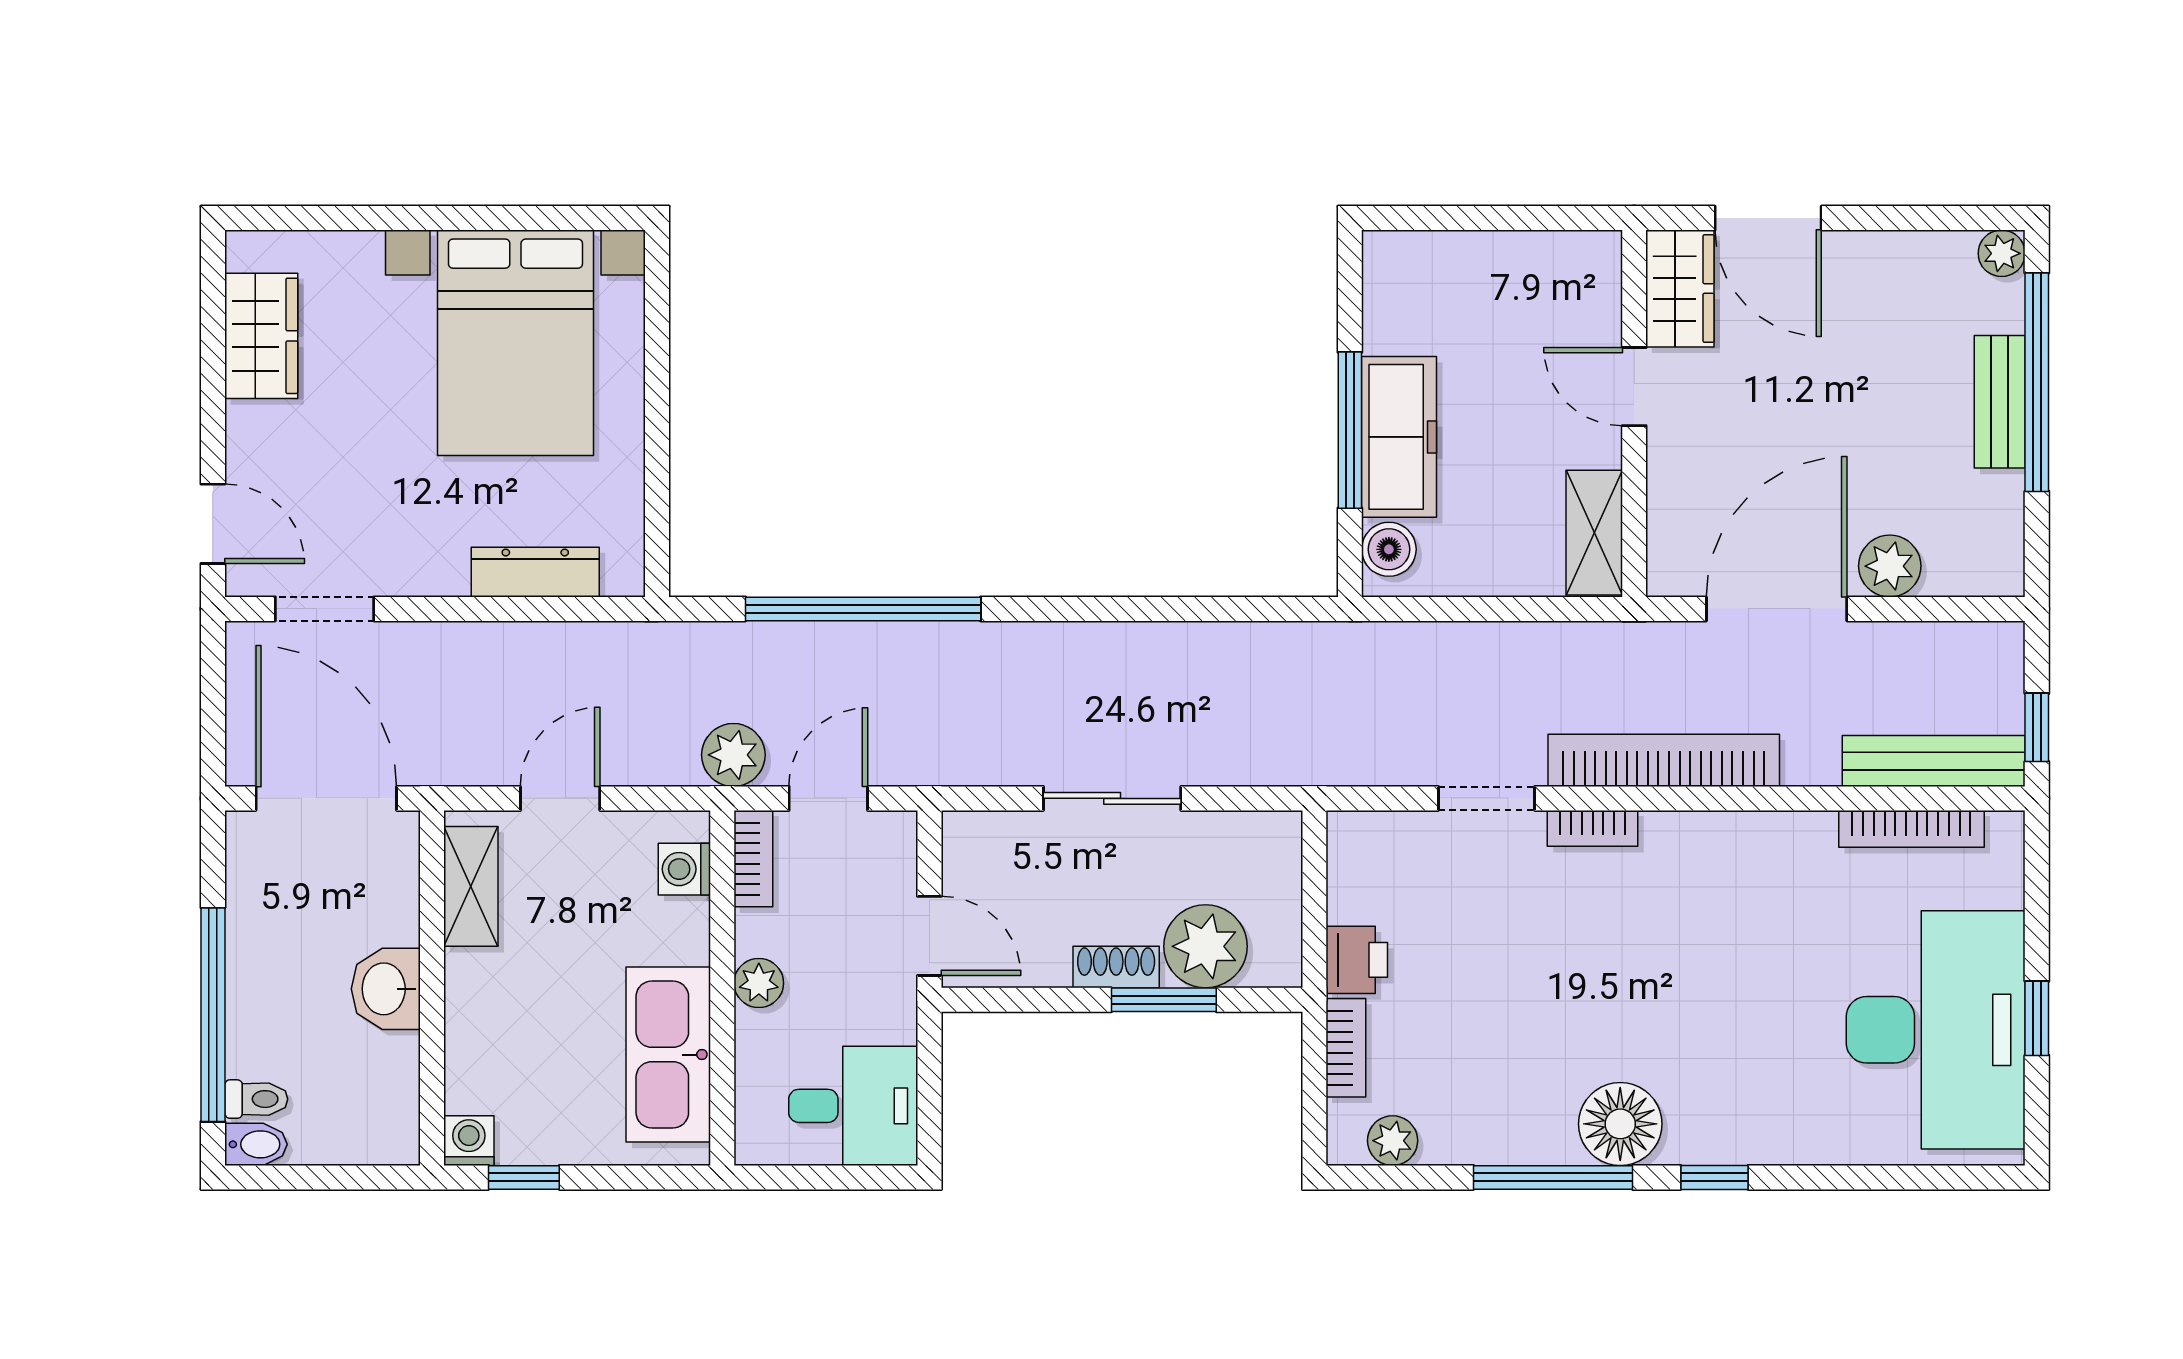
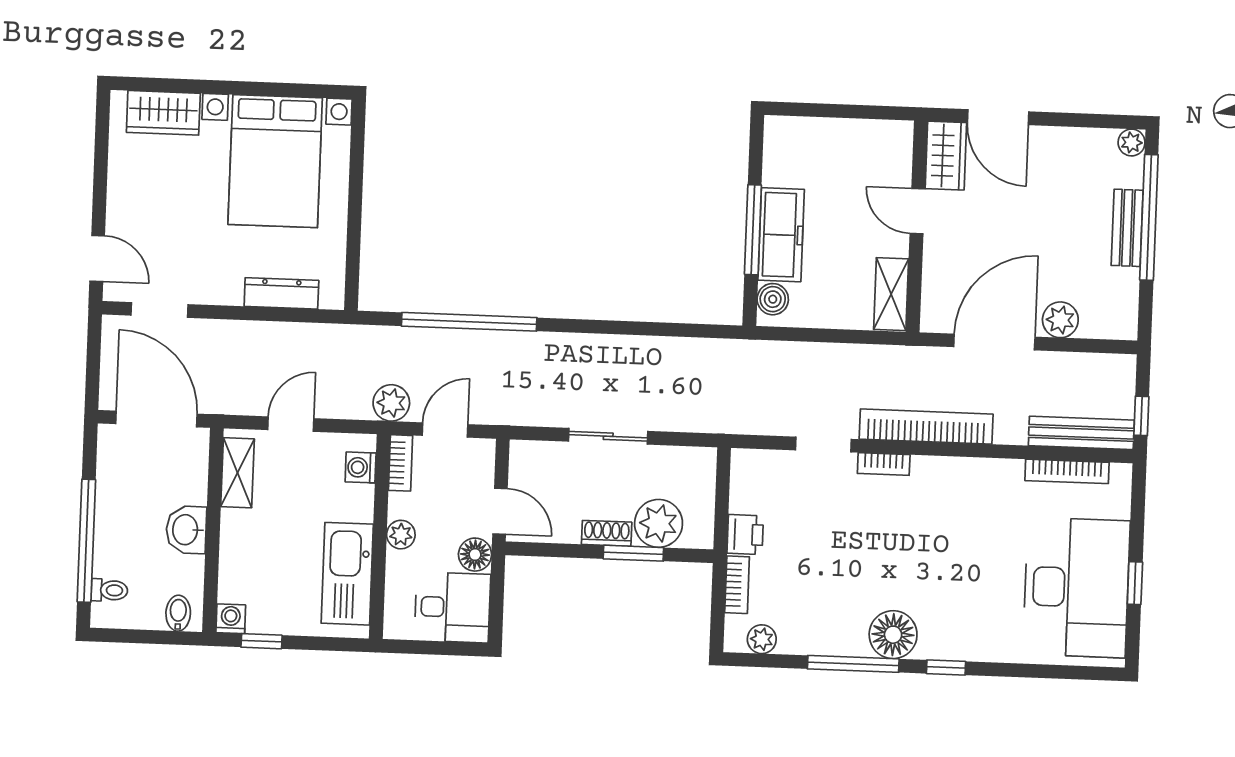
wardrobe: (261, 336) -> (163, 113), moved, turned 90
floor lamp: (889, 1013) -> (475, 555), added
bidet: (256, 1144) -> (178, 613), moved, turned -90

